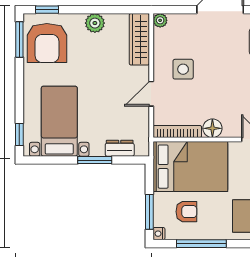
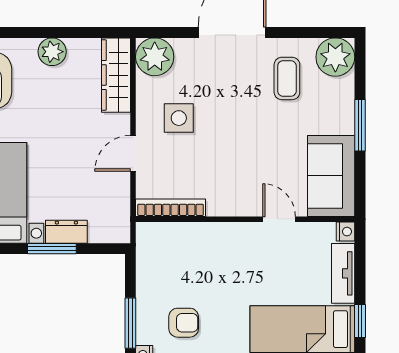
plant: (160, 20) -> (155, 57), width x1.88, depth x1.88
floor lamp: (212, 128) -> (221, 203), removed
dresser: (120, 148) -> (66, 232), moved
bed: (190, 167) -> (189, 258), removed

